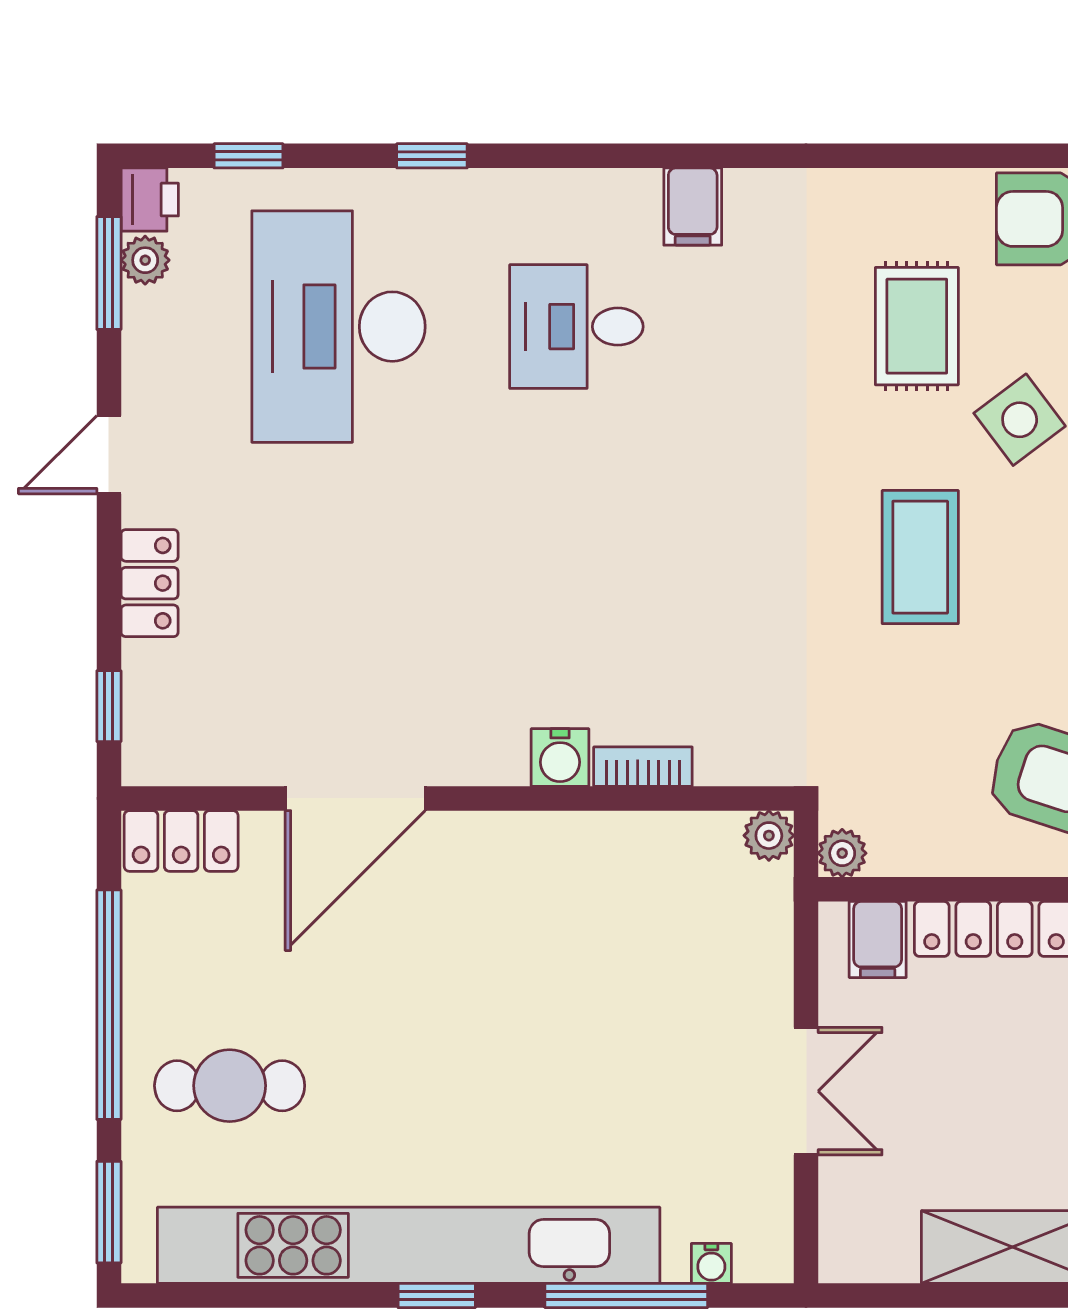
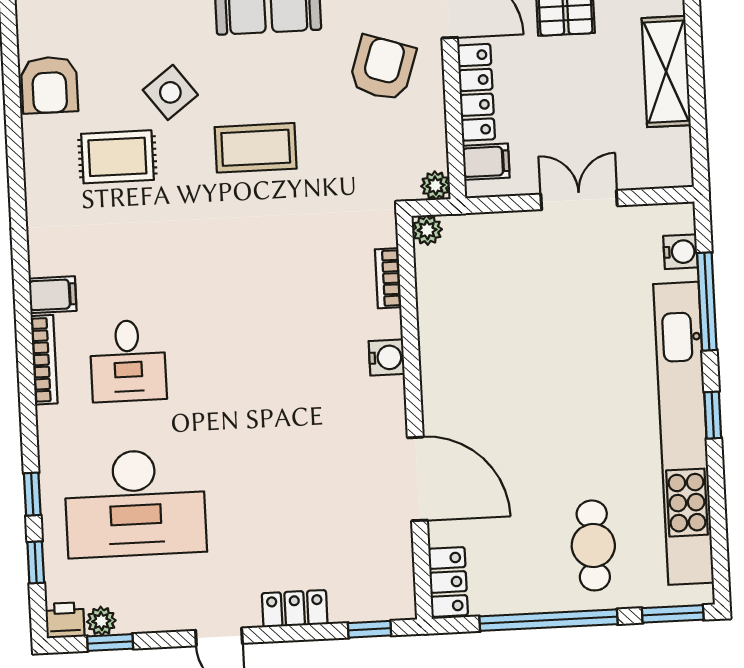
window: (432, 156) -> (32, 494), moved
bookcase: (585, 187) -> (44, 360), added
window: (109, 273) -> (110, 642), width x0.67
bookcase: (643, 767) -> (388, 278), moved
water cooler: (711, 1263) -> (681, 252), width x1.38, depth x1.38

